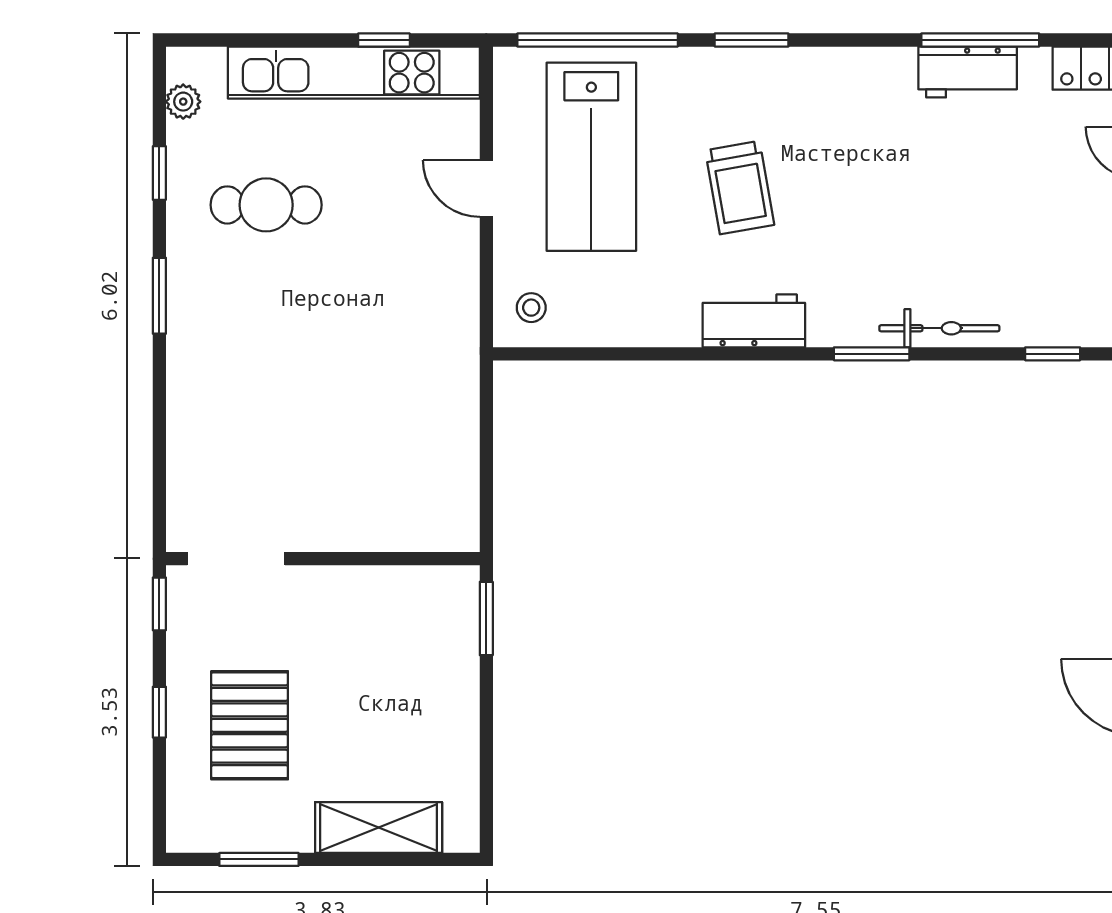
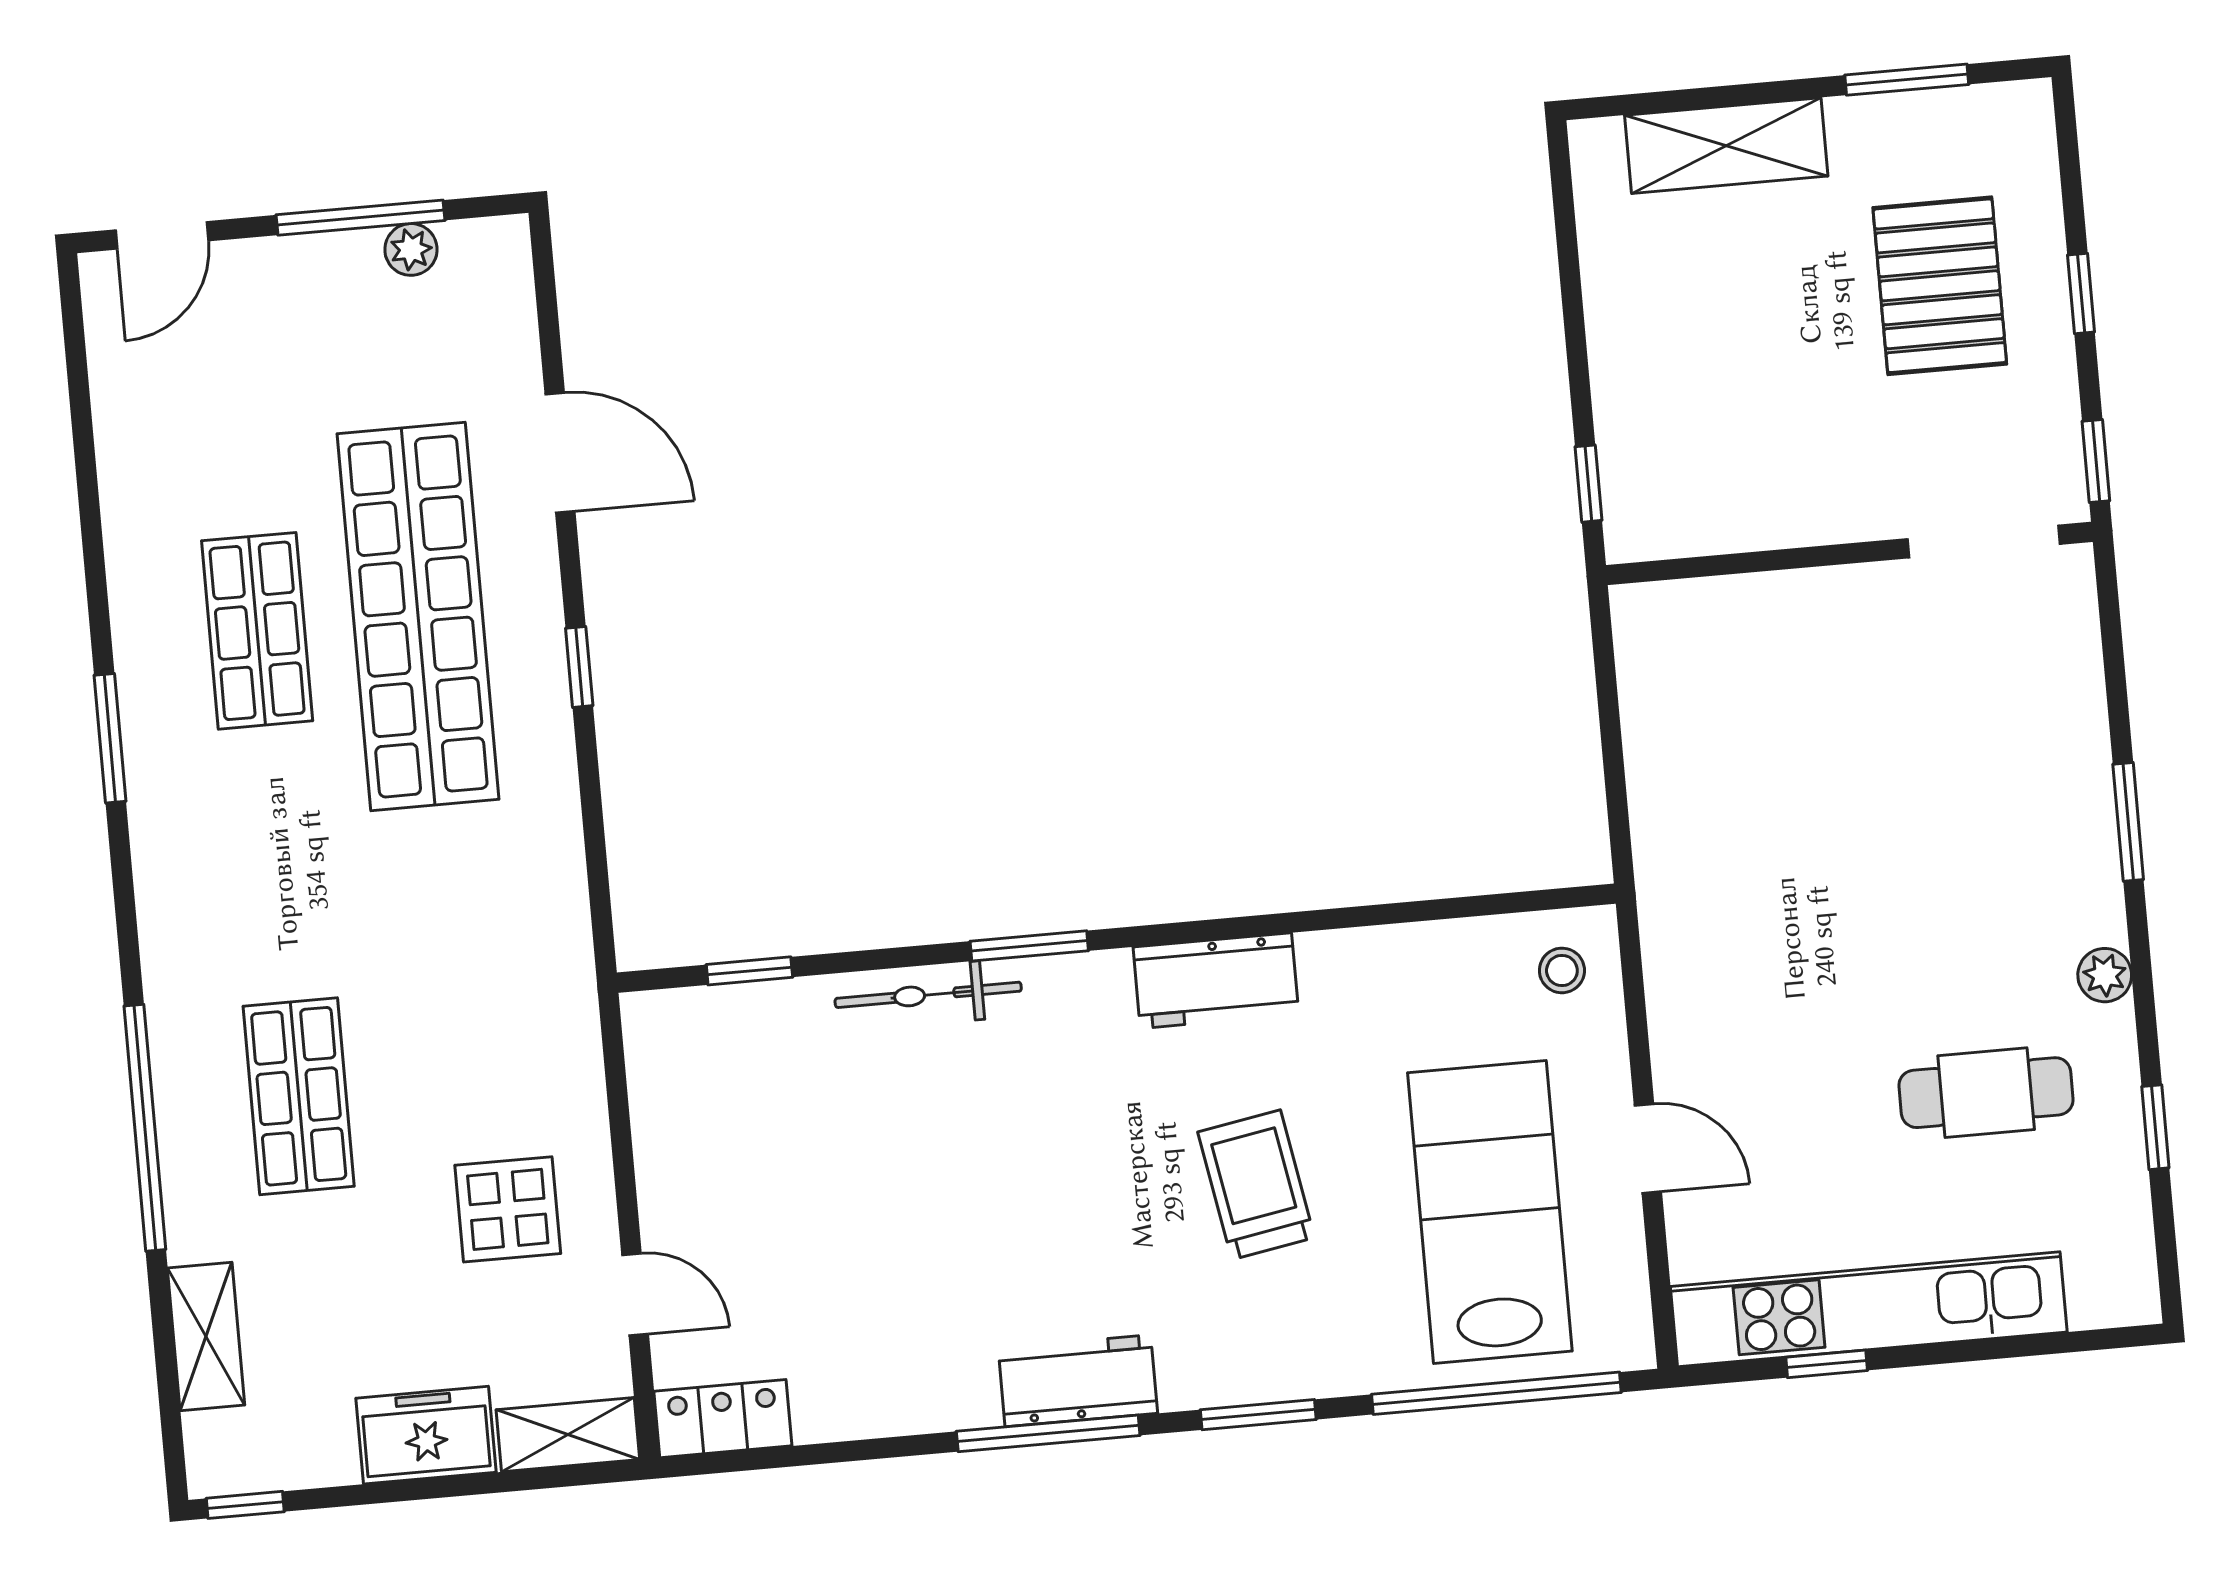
window: (980, 40) -> (1048, 1433), moved
workbench: (968, 72) -> (1078, 1381), moved
plant: (183, 102) -> (2105, 975), moved
window: (159, 296) -> (2128, 822), moved
window: (486, 618) -> (1588, 484), width x0.67

